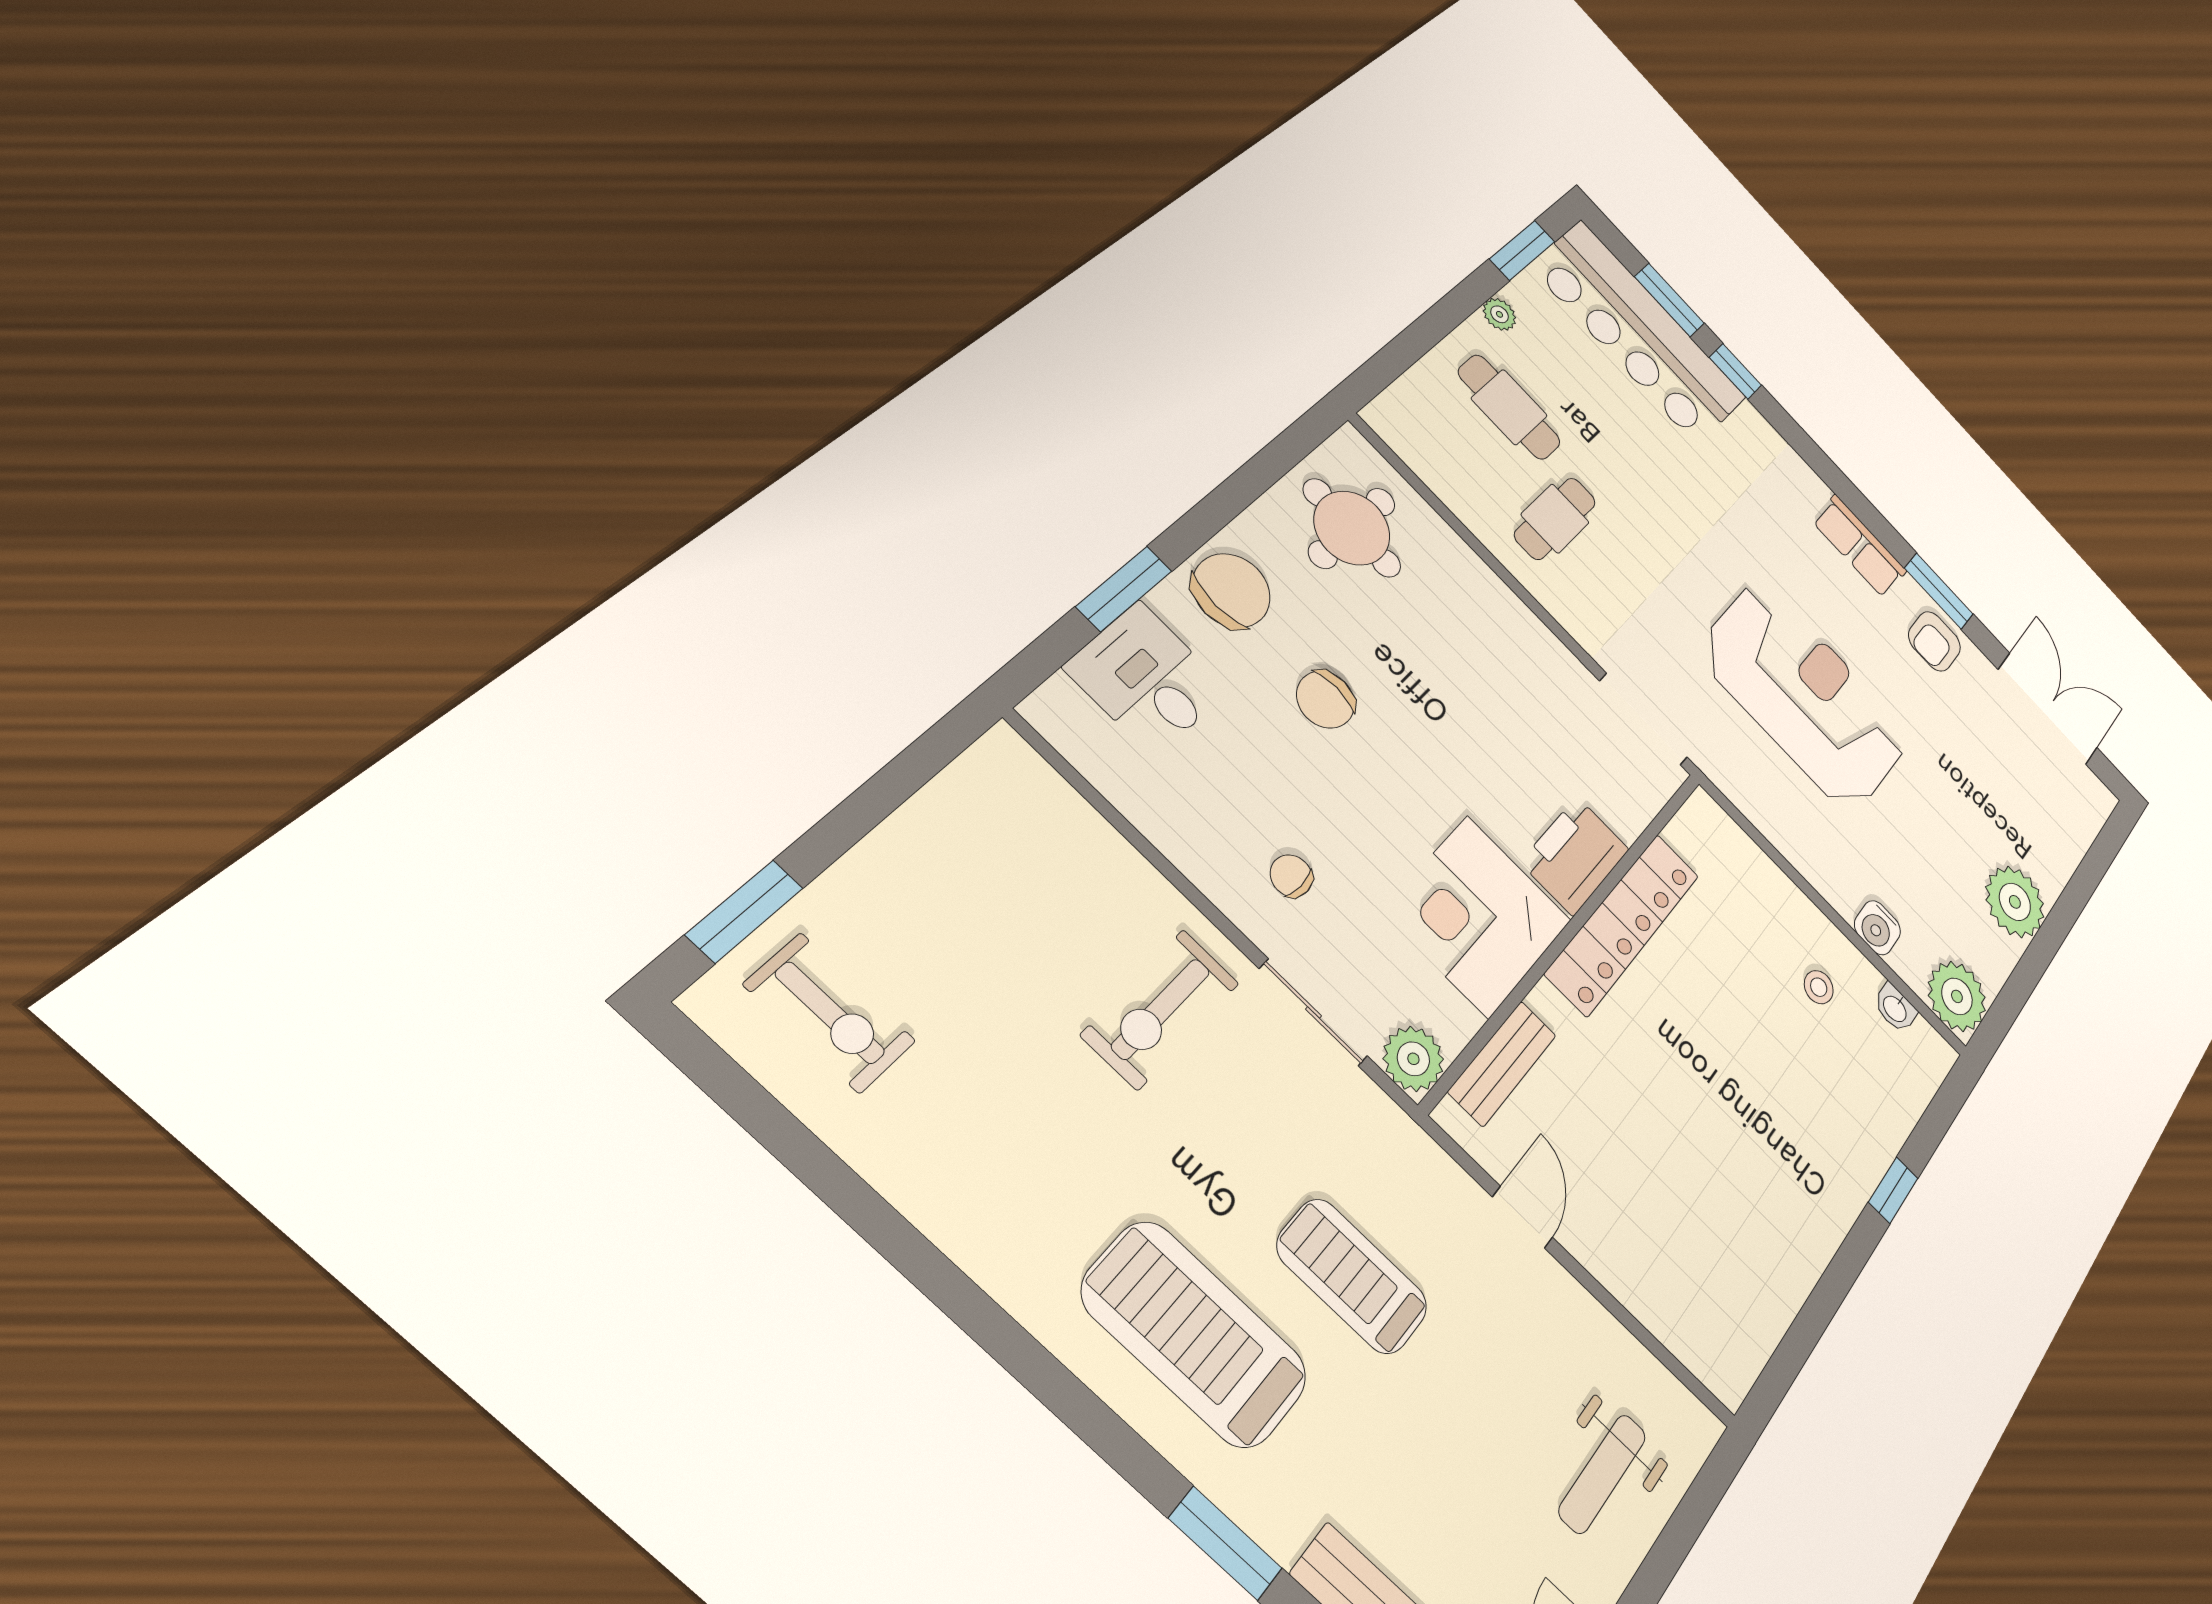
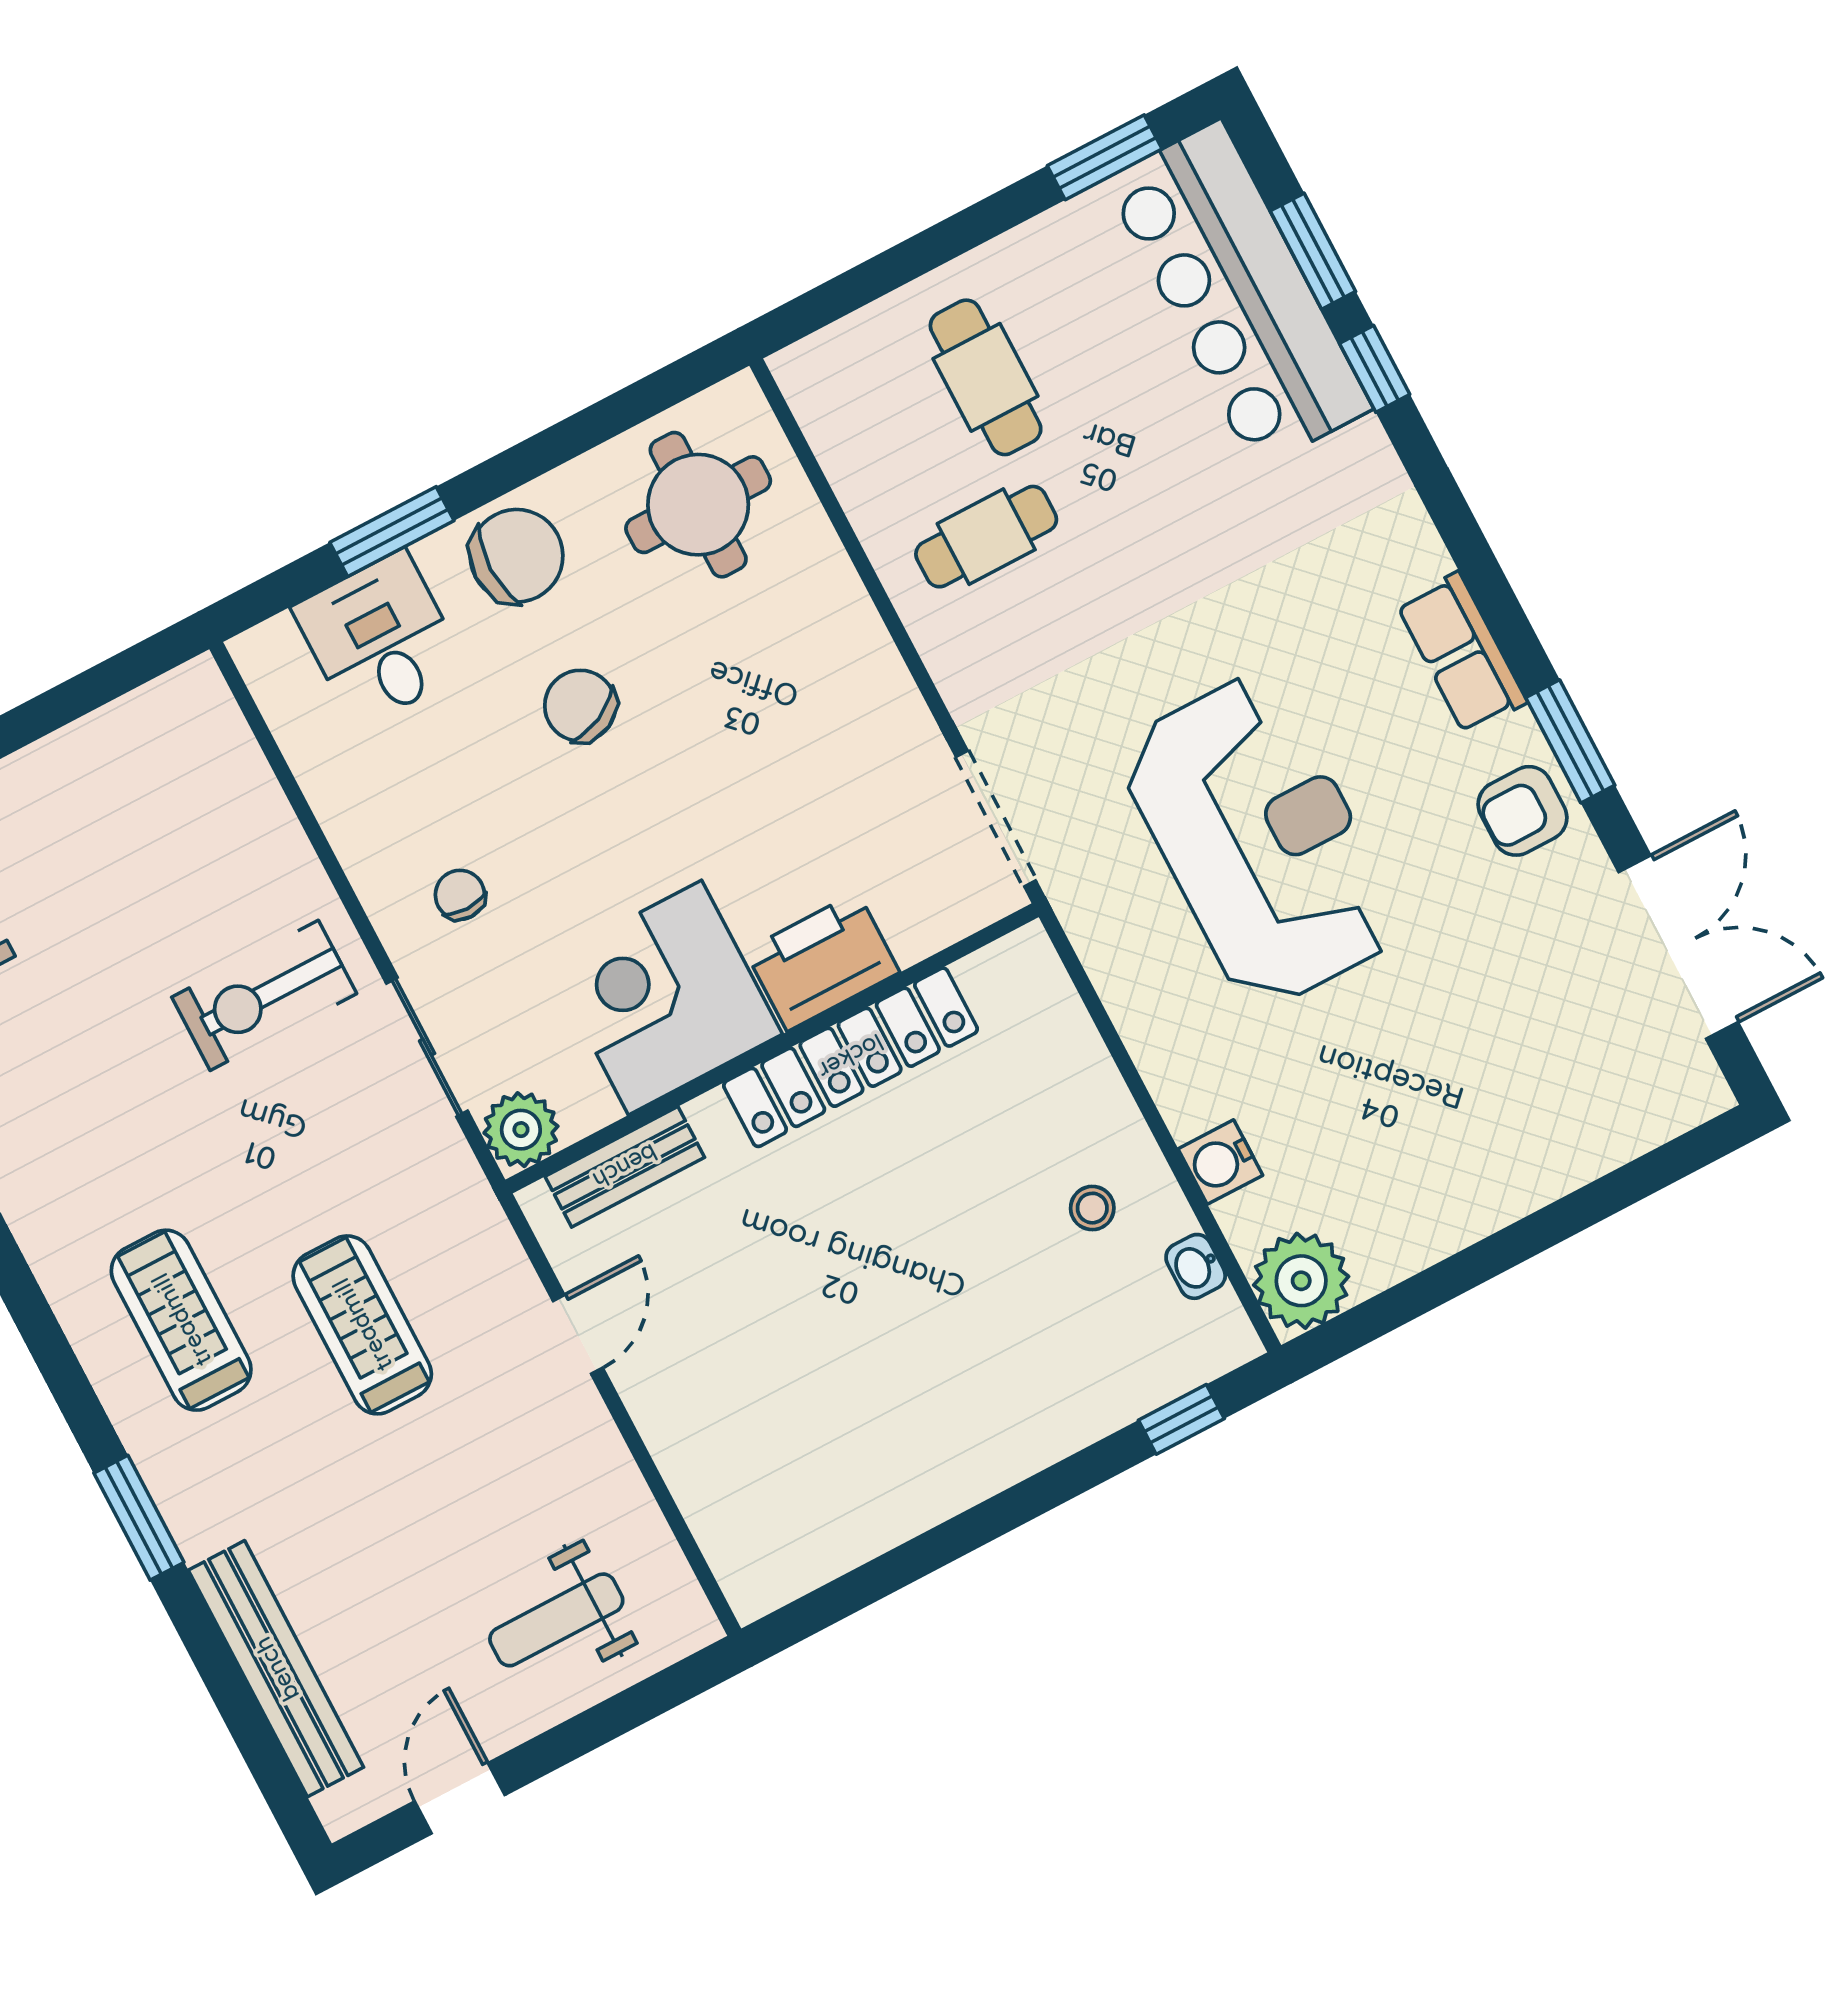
plant: (1499, 314) -> (1028, 247), removed
chair: (1326, 700) -> (580, 706), turned 64
plant: (2015, 902) -> (1466, 1190), removed
window: (1893, 1190) -> (1181, 1419), moved
treadmill: (1195, 1334) -> (181, 1320), width x0.73, depth x0.73

